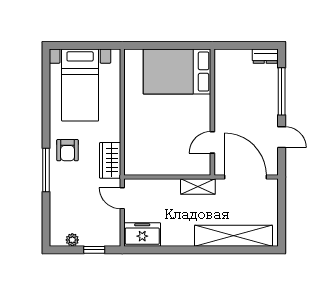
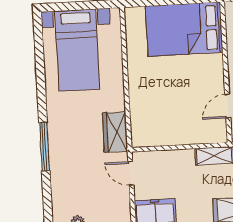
armchair: (67, 150) -> (67, 123), removed

